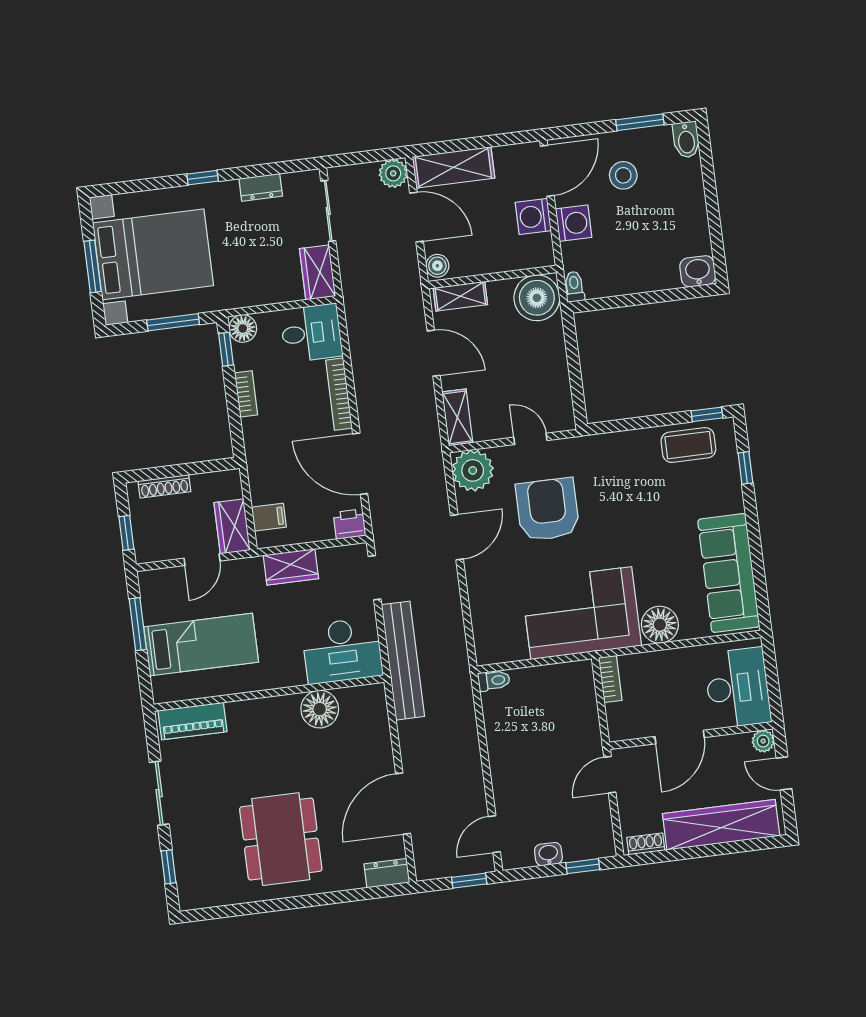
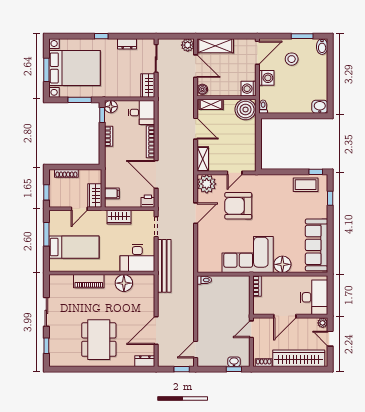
washing machine: (533, 217) -> (249, 89), moved
door: (530, 439) -> (235, 173), swing flipped
armchair: (548, 509) -> (238, 206), turned -90
piano: (193, 721) -> (89, 281), moved
washbasin: (548, 854) -> (234, 362), moved

